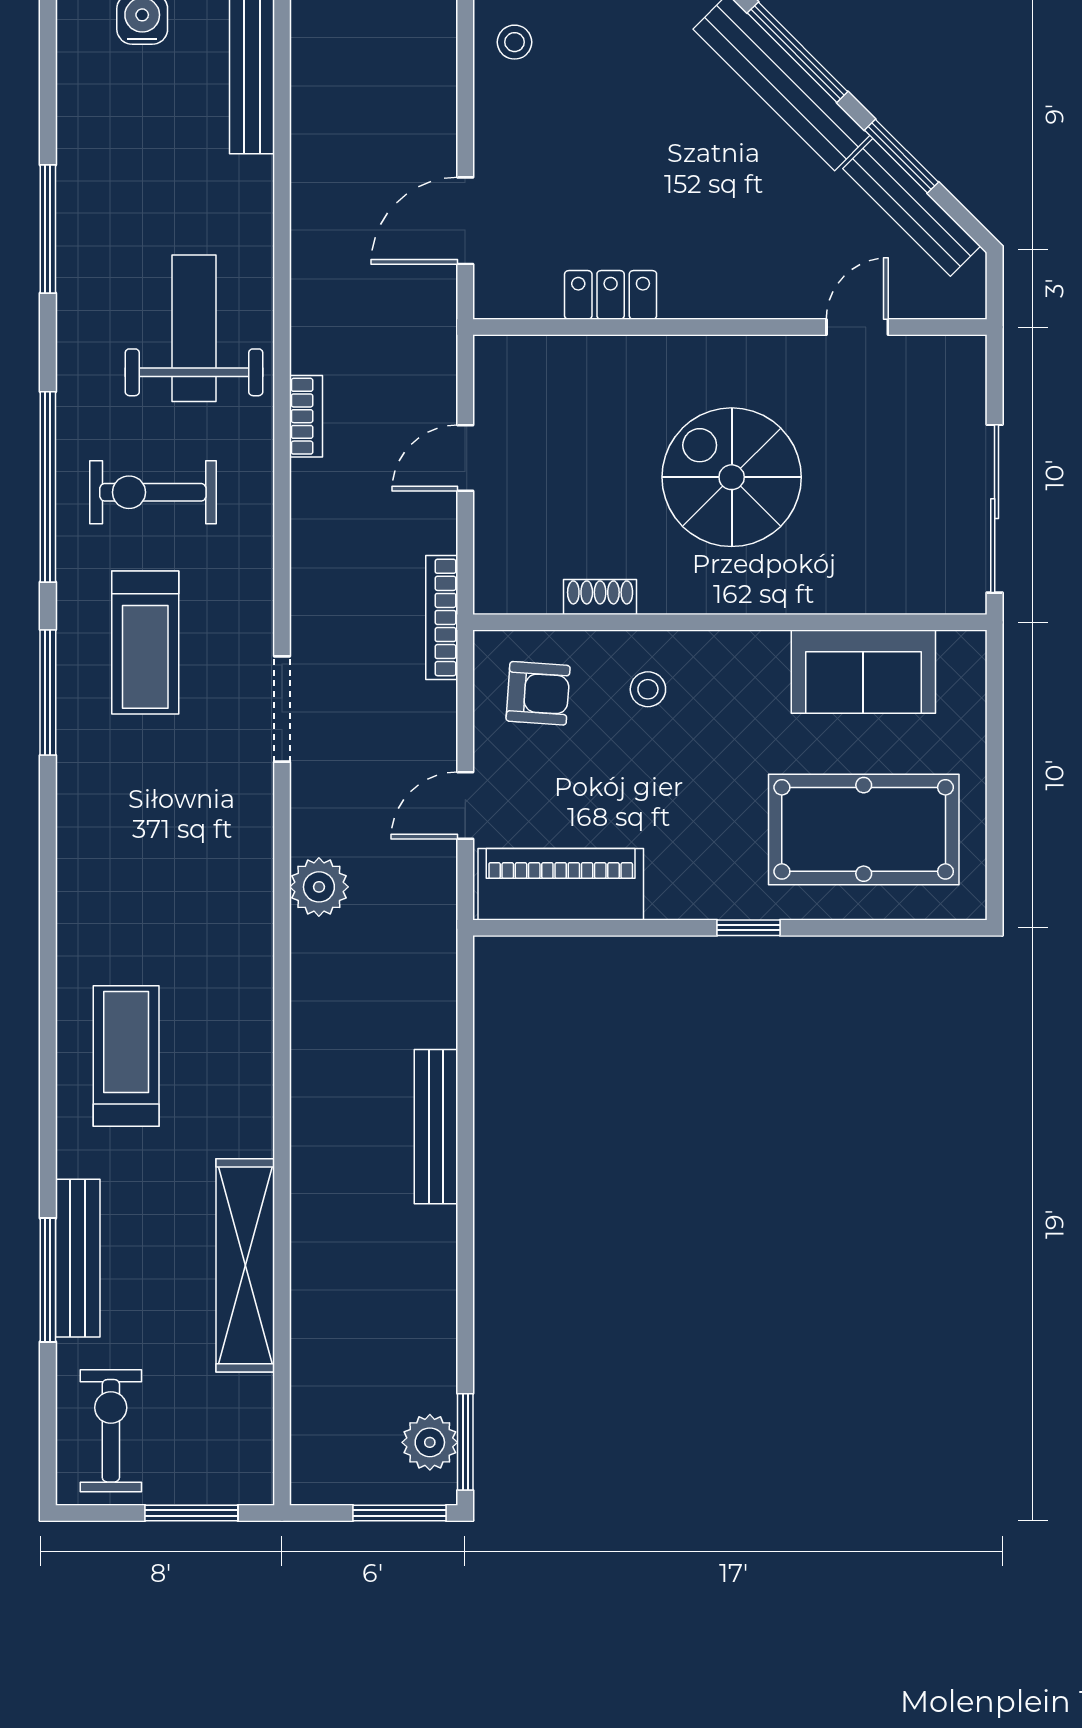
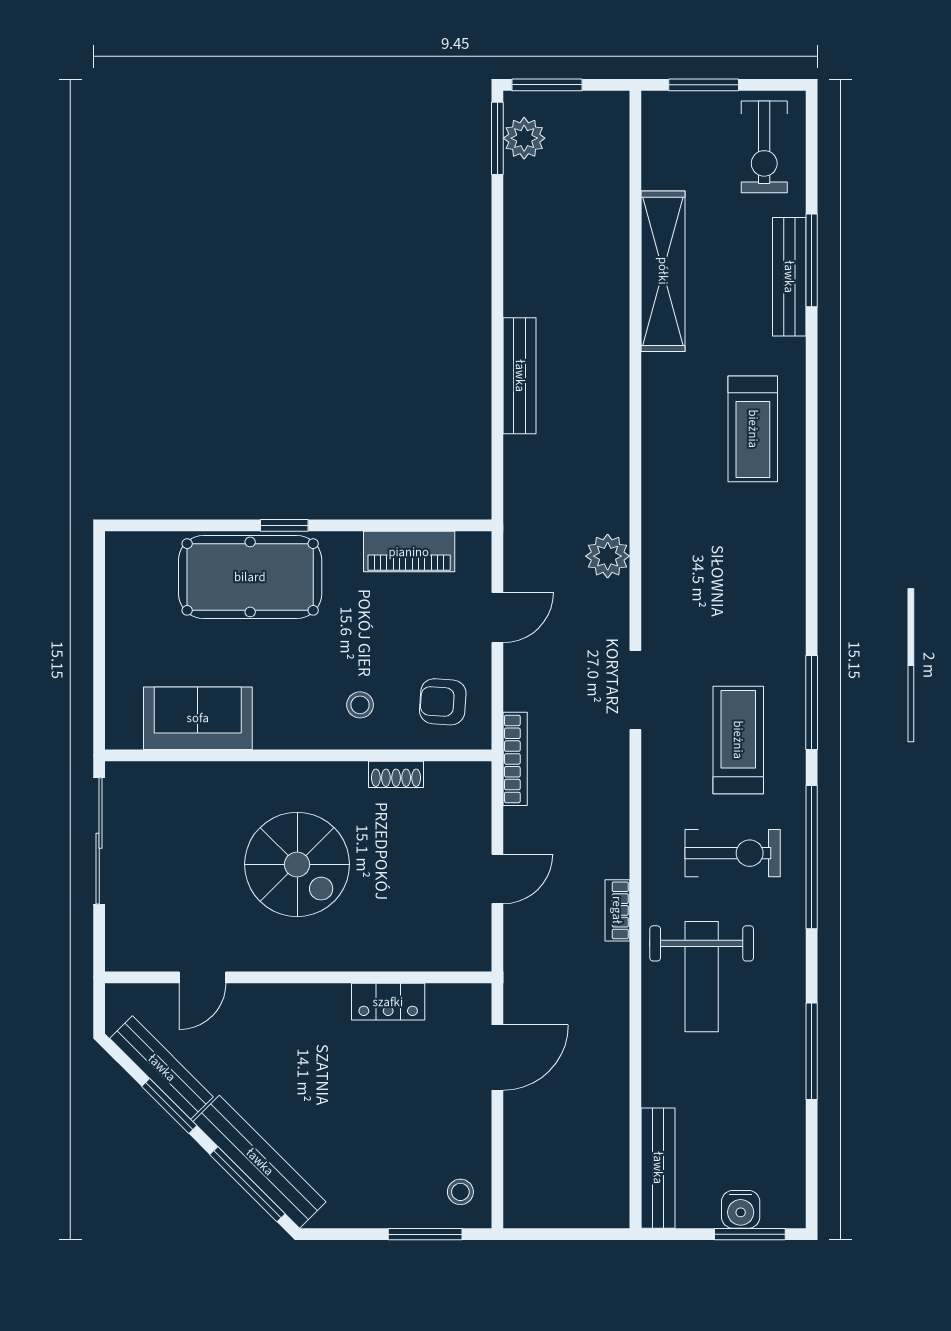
pool table: (864, 829) -> (250, 577), moved
piano: (561, 884) -> (409, 552), width x0.73, depth x0.75

